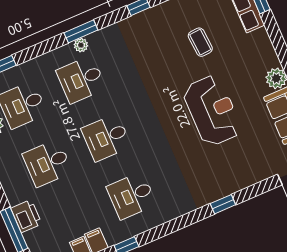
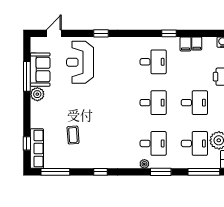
window: (81, 31) -> (161, 172), moved
reception desk: (212, 111) -> (80, 62), moved

